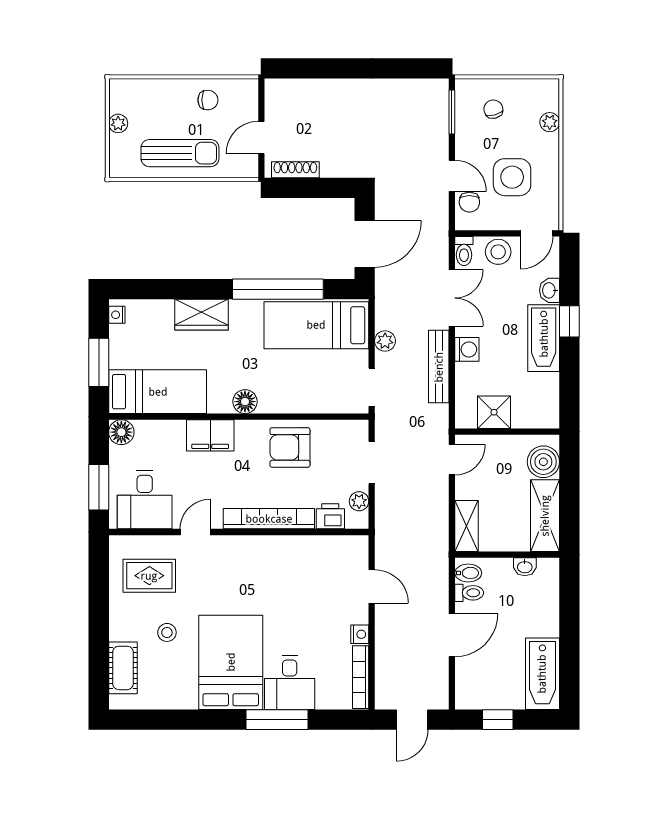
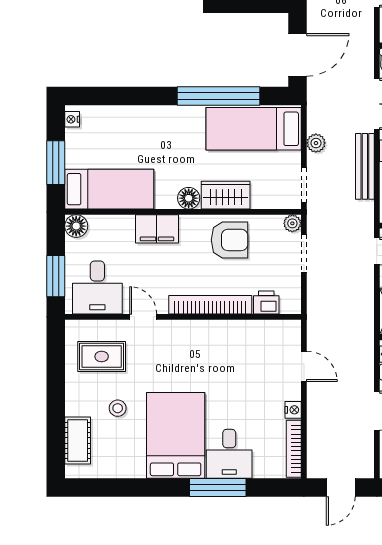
wardrobe: (202, 315) -> (226, 195), moved, turned 180
armchair: (290, 447) -> (230, 240), turned 180
plant: (359, 501) -> (292, 223), moved
door: (195, 532) -> (143, 317), hinge flipped

